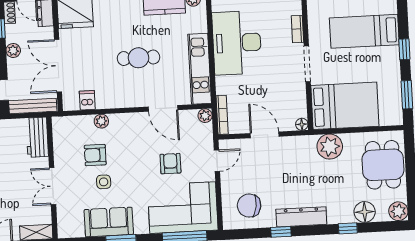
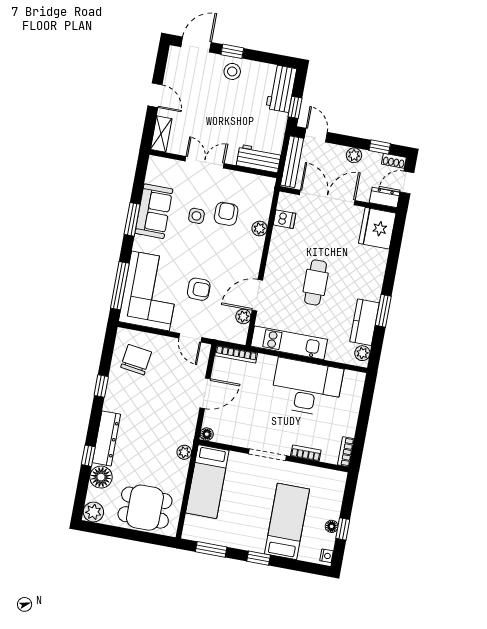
bed: (345, 106) -> (207, 482), width x0.67
plant: (205, 116) -> (243, 316), moved
plant: (330, 147) -> (184, 452), width x0.53, depth x0.53
dresser: (301, 217) -> (106, 438), moved

